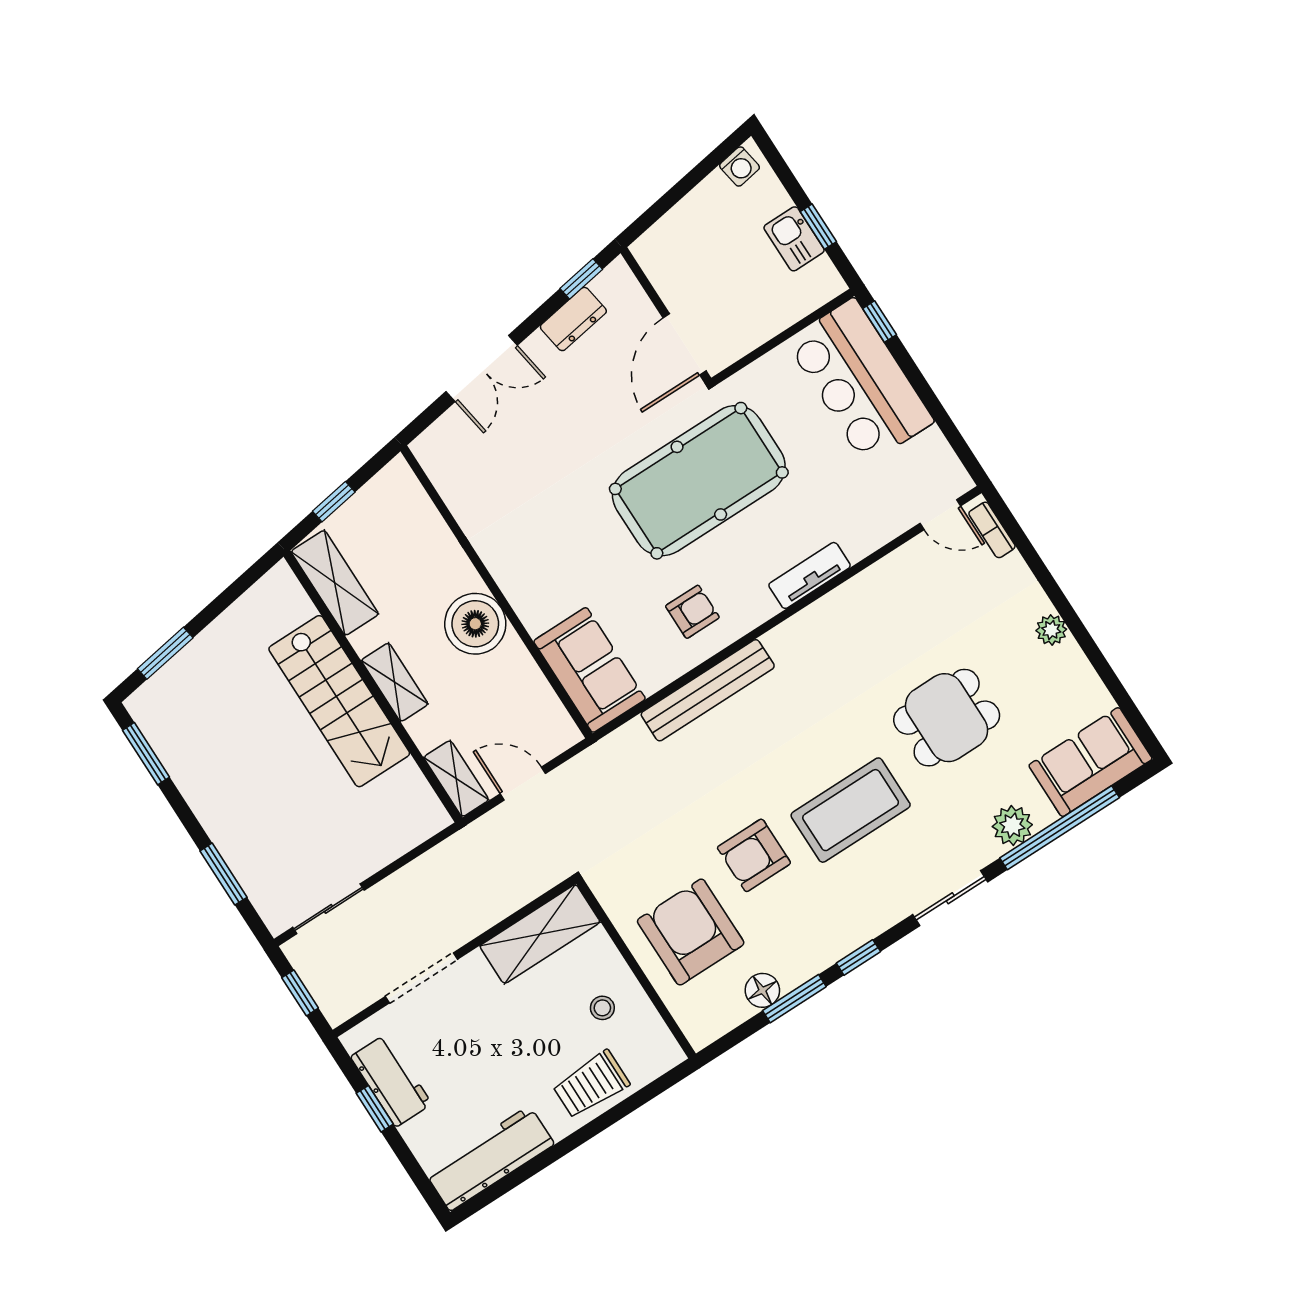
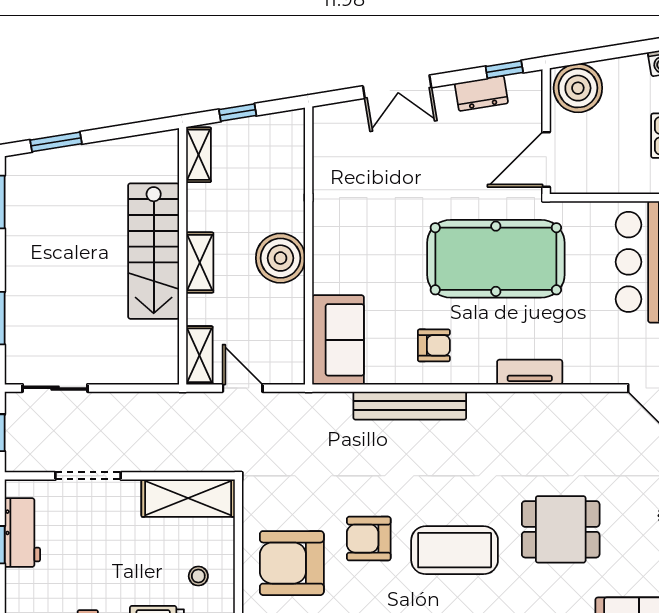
boiler: (670, 249) -> (578, 88), added
shelving: (335, 583) -> (199, 155), width x0.67, depth x0.75
armchair: (691, 932) -> (292, 563), turned -90

